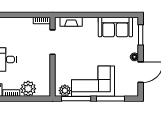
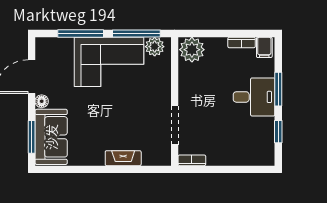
fireplace: (71, 22) -> (123, 158), moved
sofa: (115, 27) -> (51, 137), moved, turned 90
plant: (28, 89) -> (192, 50), moved

